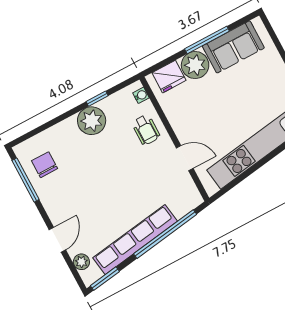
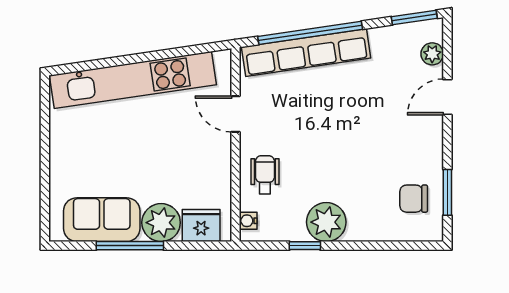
chair: (45, 165) -> (414, 199), turned 90
window: (25, 180) -> (447, 192), width x0.69
row of seats: (135, 240) -> (306, 53), moved

